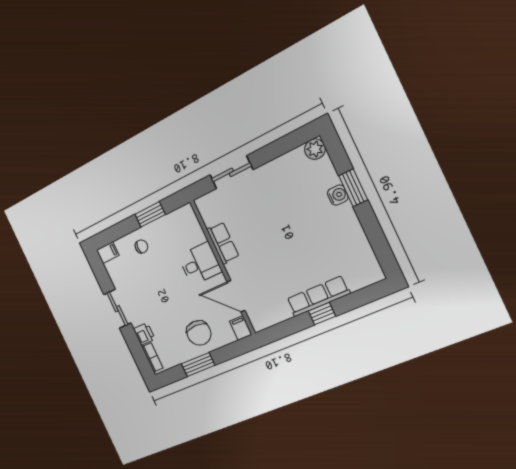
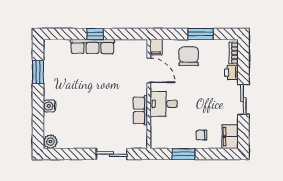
window: (353, 188) -> (38, 72), moved
filing cabinet: (108, 253) -> (230, 137), width x2.00

